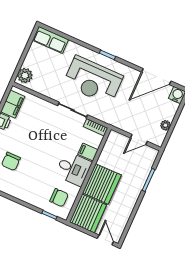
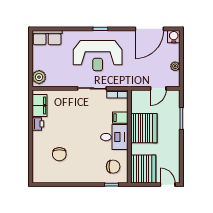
server rack: (102, 184) -> (144, 128), moved

